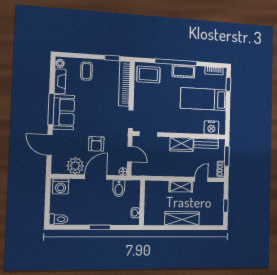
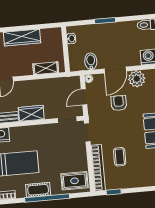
coffee table: (86, 71) -> (120, 157), moved
door: (130, 154) -> (84, 97), hinge flipped
shelving: (181, 187) -> (46, 68), moved

